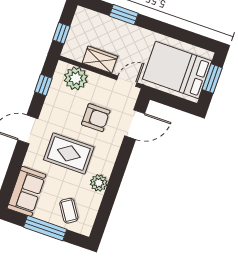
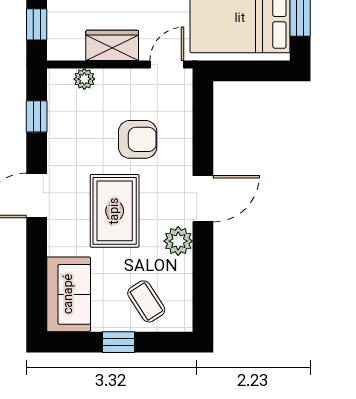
plant: (76, 78) -> (84, 79), width x0.53, depth x0.53
door: (135, 125) -> (203, 199), moved
rug: (69, 153) -> (115, 211), turned 90
window: (45, 228) -> (118, 342), width x0.46

